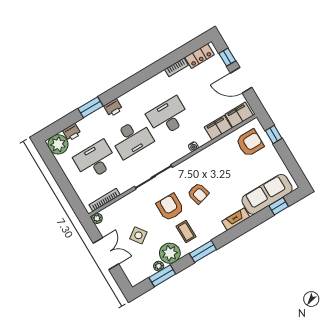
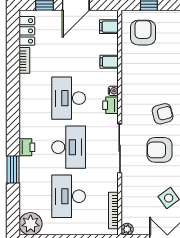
filing cabinet: (239, 115) -> (109, 27), width x0.50
filing cabinet: (218, 128) -> (109, 62), width x0.50
printer: (72, 132) -> (110, 105), moved, turned 180

